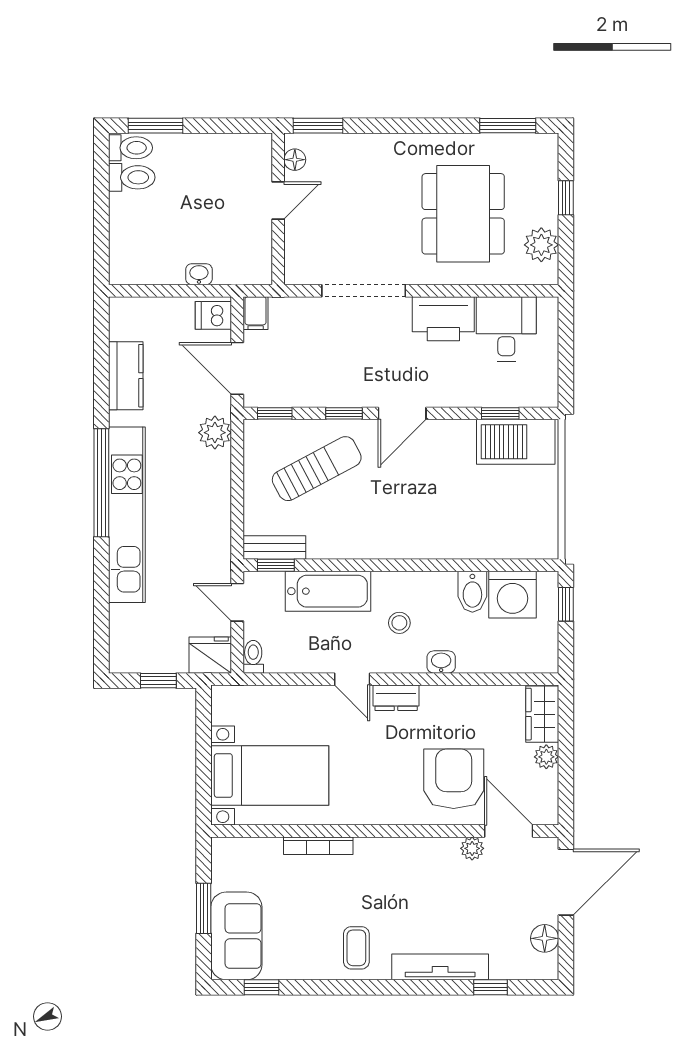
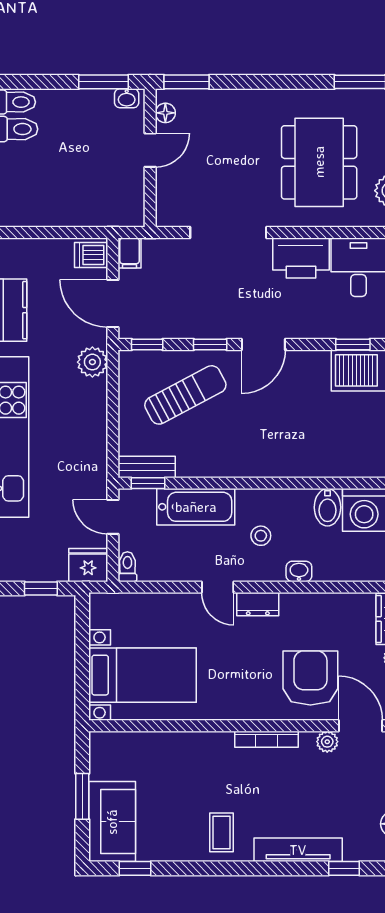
window: (156, 126) -> (103, 82), moved
washbasin: (199, 274) -> (127, 98), moved, turned 180
bookcase: (318, 846) -> (267, 739), moved

